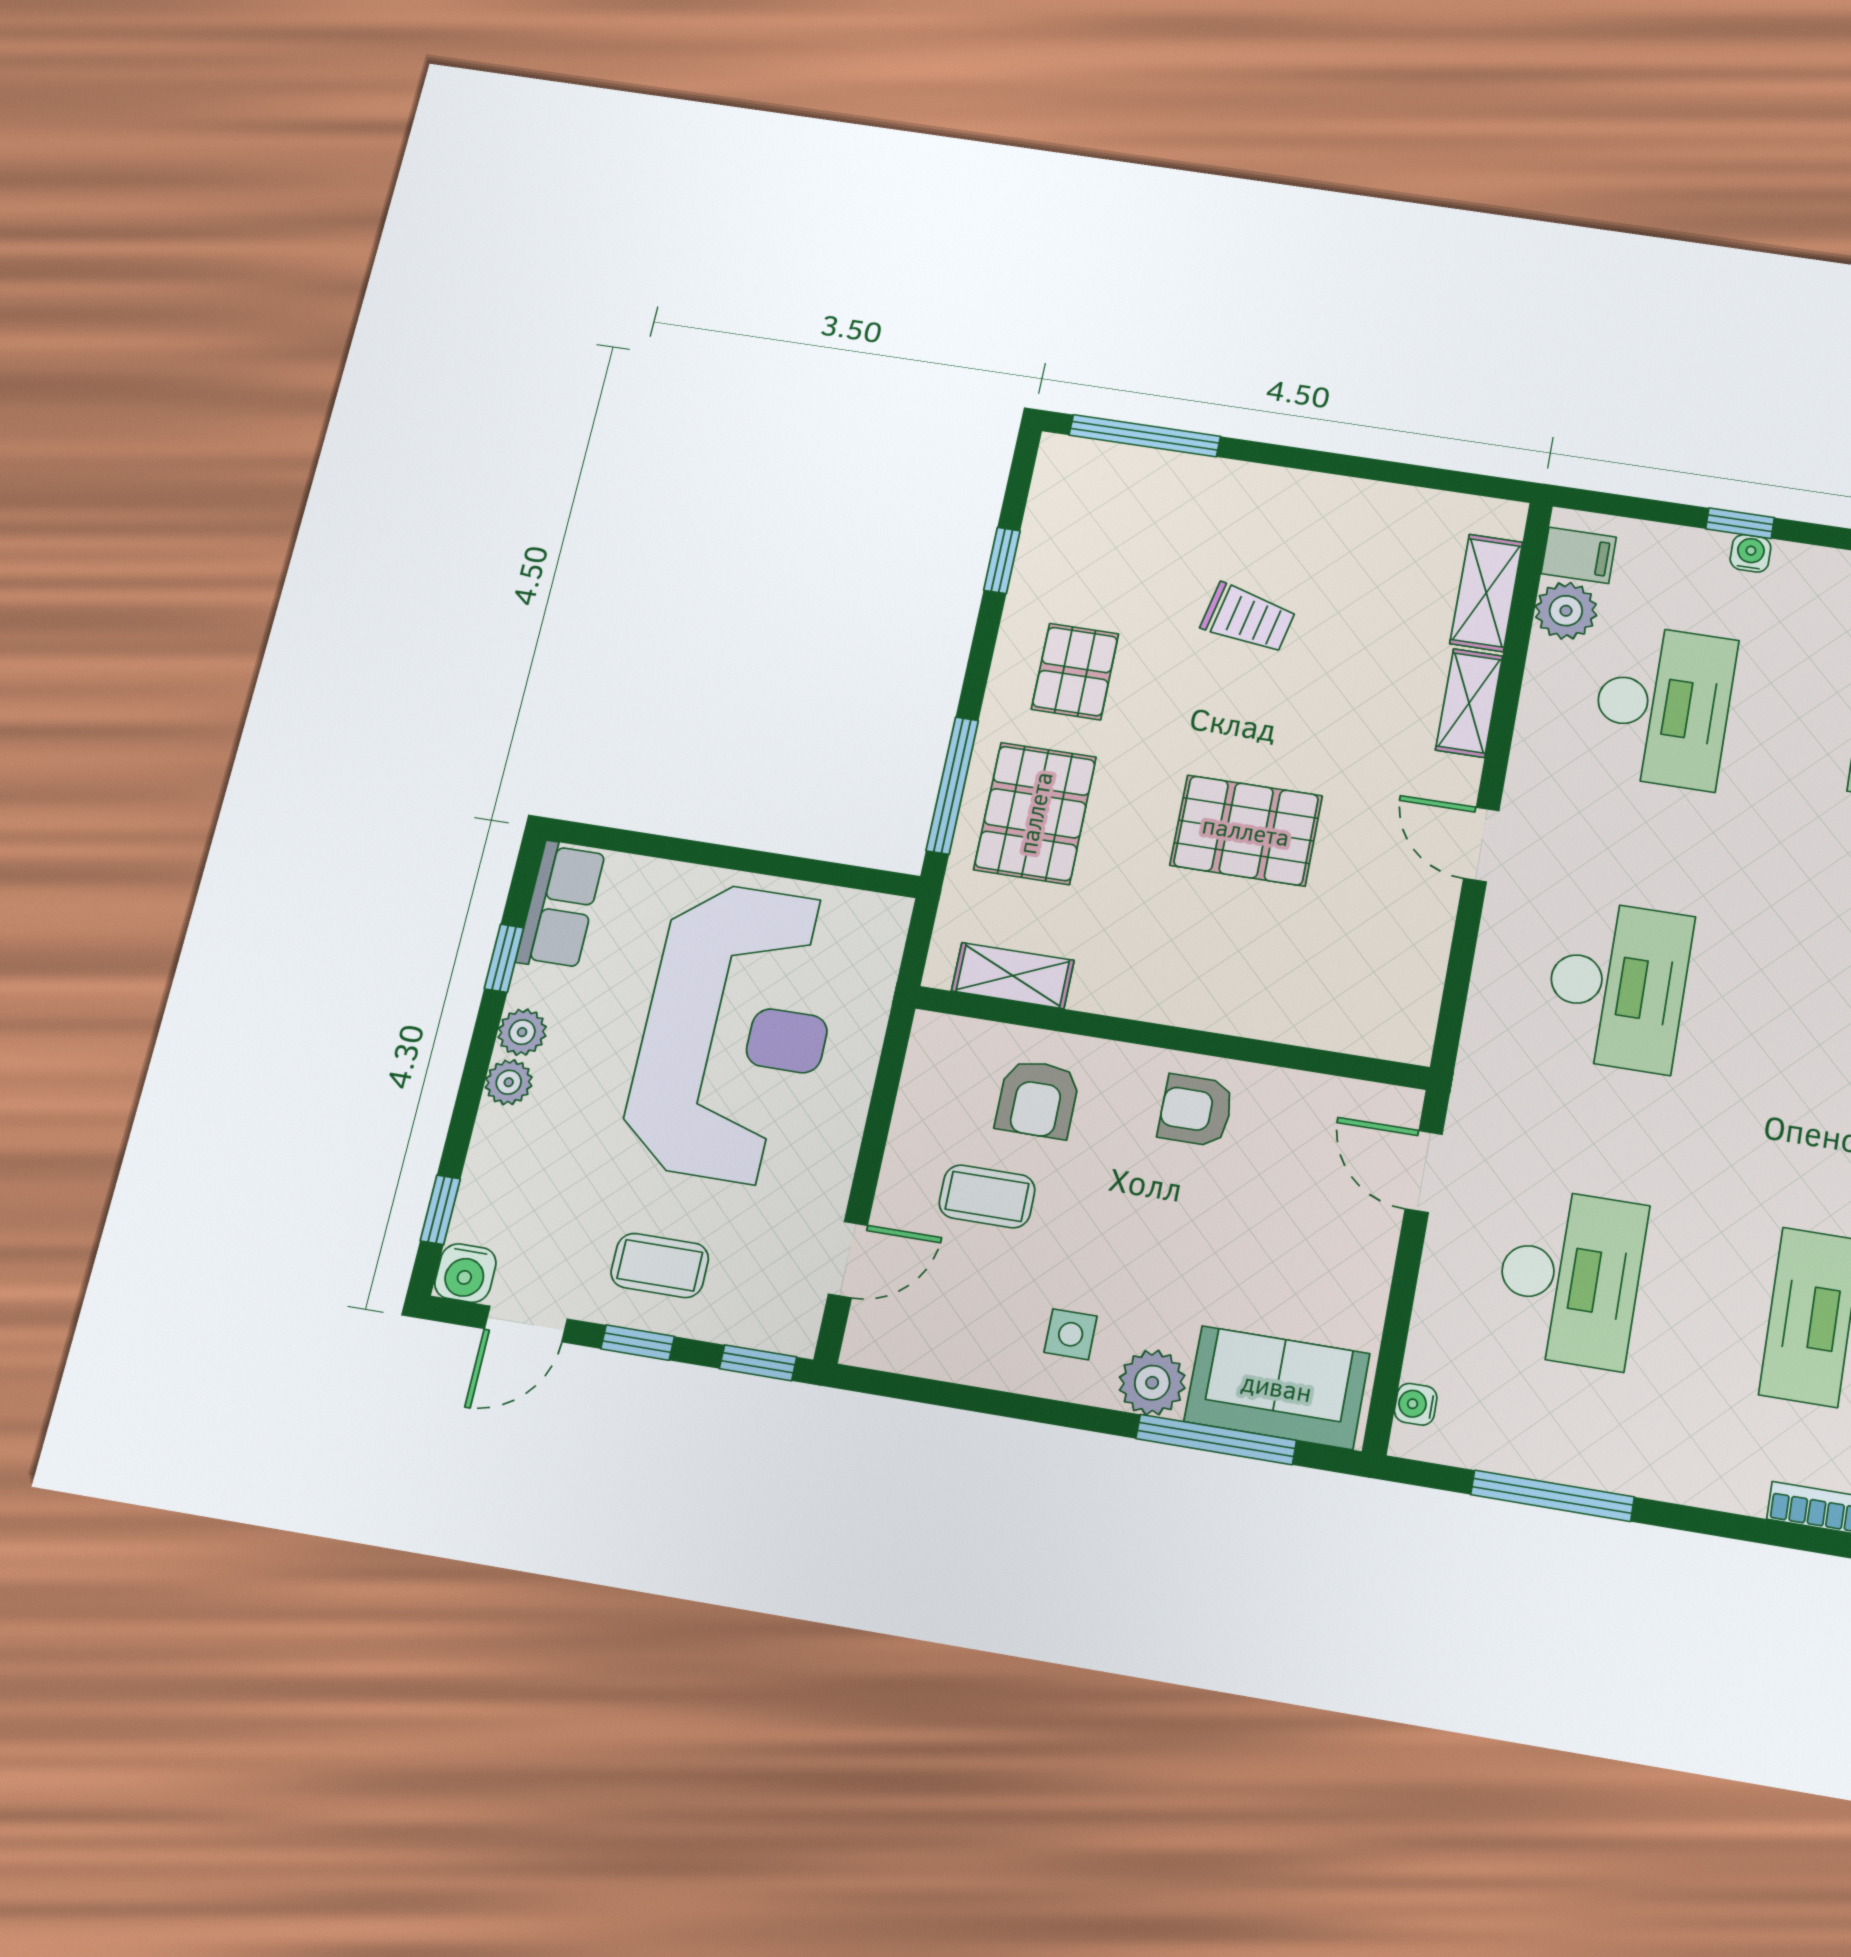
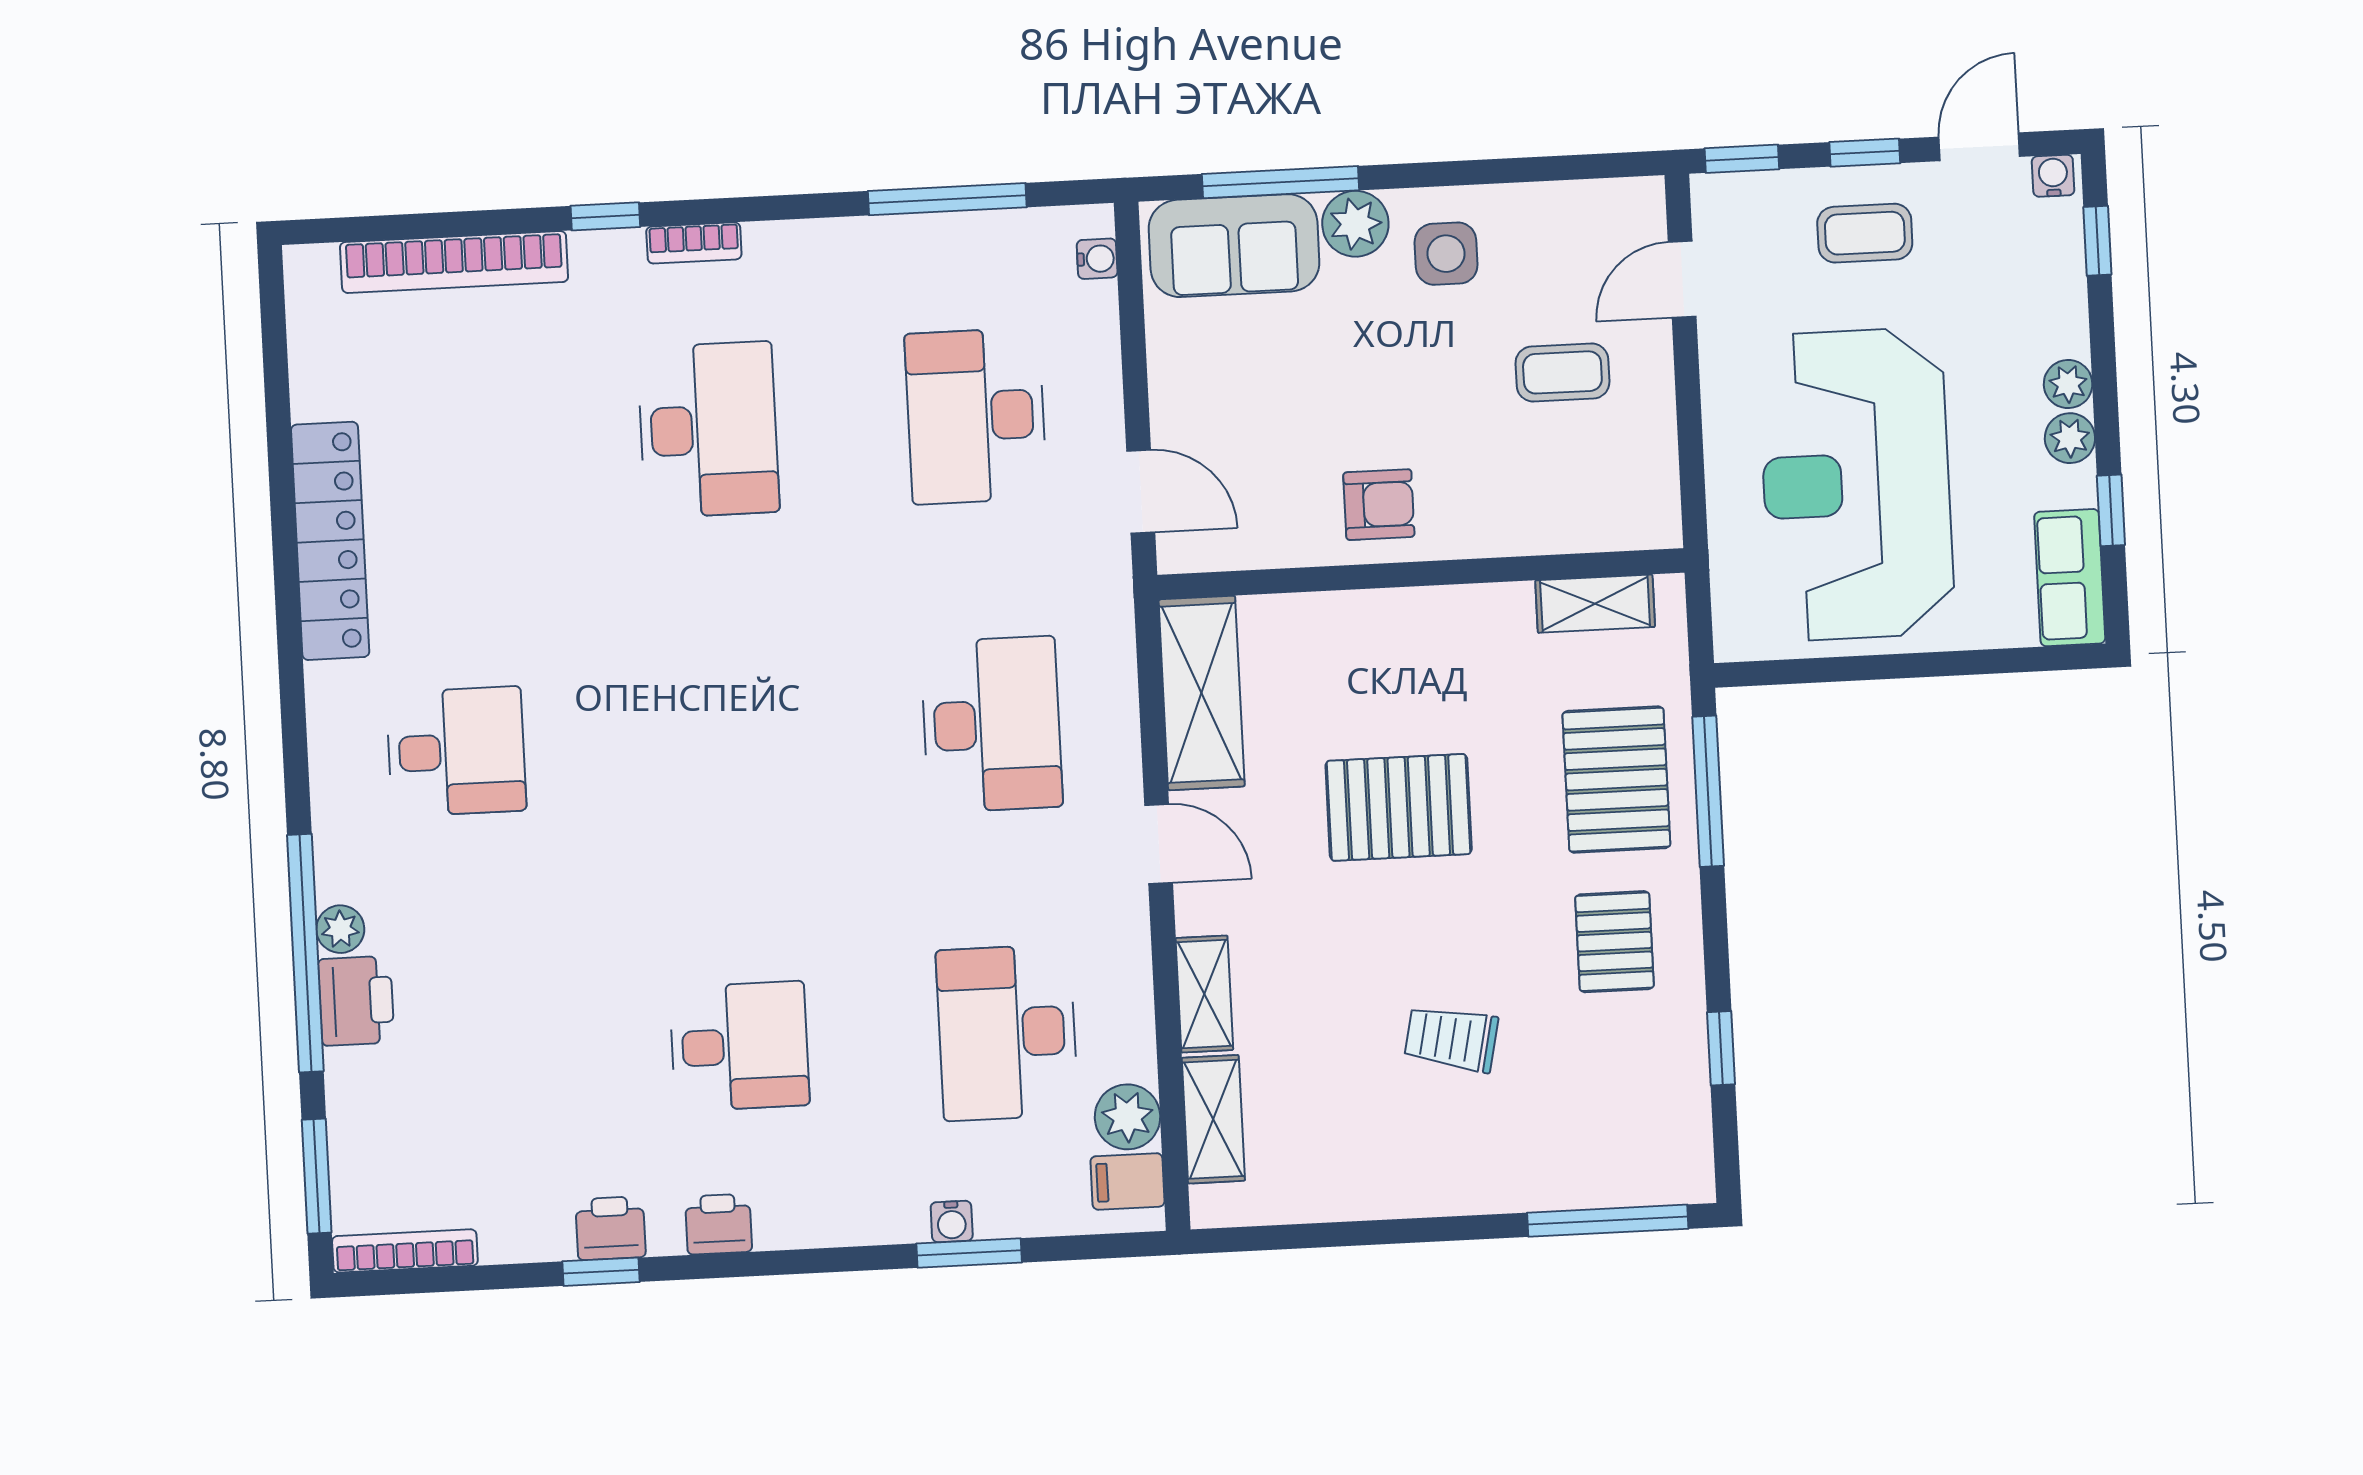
window: (1740, 523) -> (969, 1253), width x1.50
shelving: (1408, 972) -> (1202, 693), added
desk: (1617, 985) -> (991, 724), turned 180
armchair: (1038, 1099) -> (1538, 482), removed
water cooler: (465, 1273) -> (2053, 176), width x0.72, depth x0.72
side table: (1071, 1334) -> (1446, 254), width x1.37, depth x1.37

